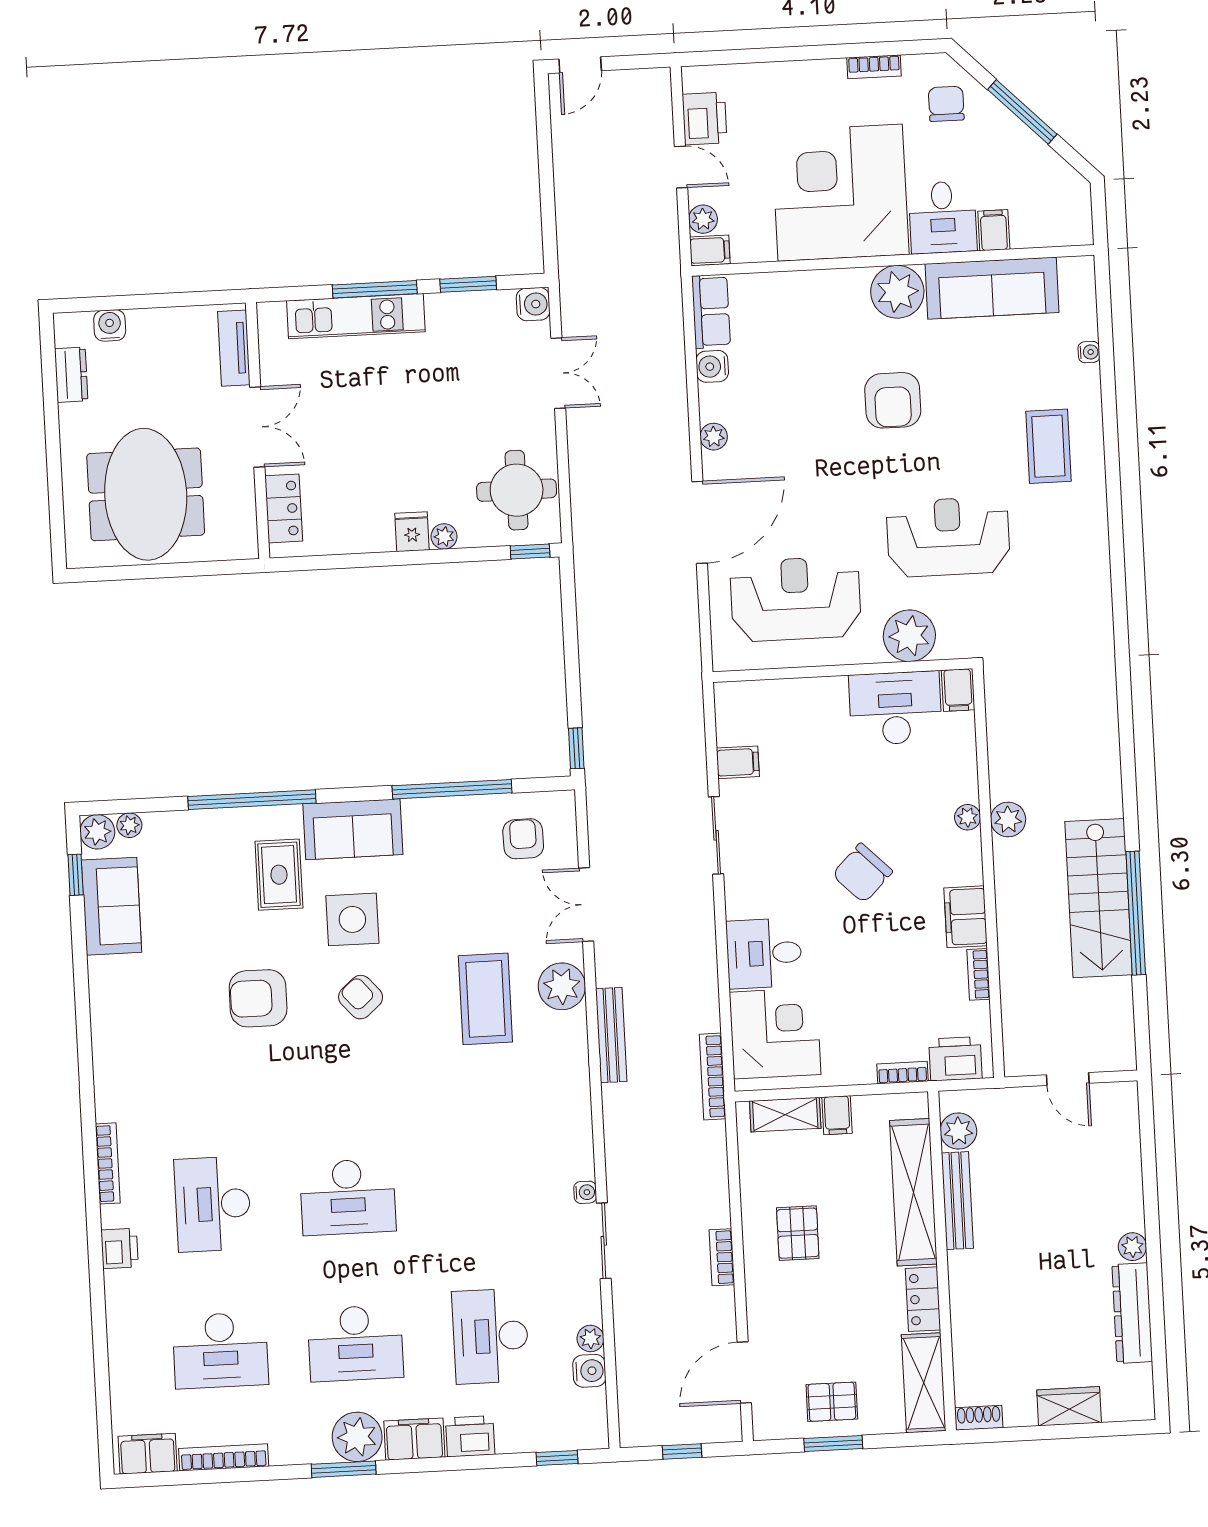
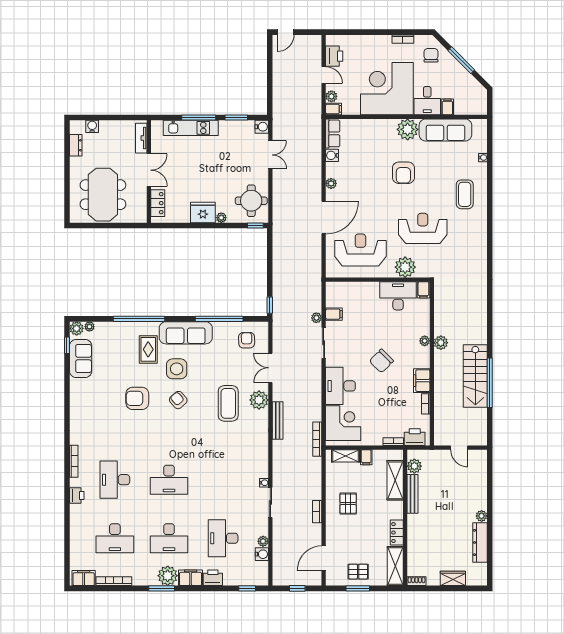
fridge: (412, 532) -> (203, 212), width x1.88, depth x1.34
plant: (695, 774) -> (316, 318), added
sofa: (353, 829) -> (186, 333), width x1.36
desk: (764, 953) -> (340, 386), width x1.37
shelving: (913, 1192) -> (395, 480), width x0.68

